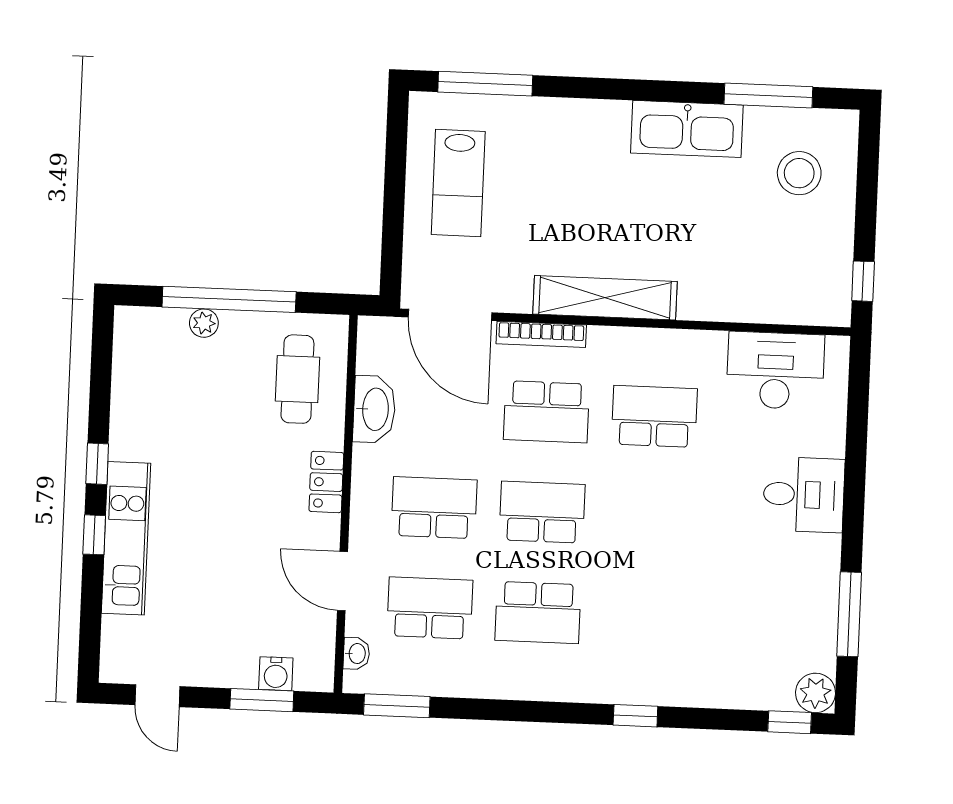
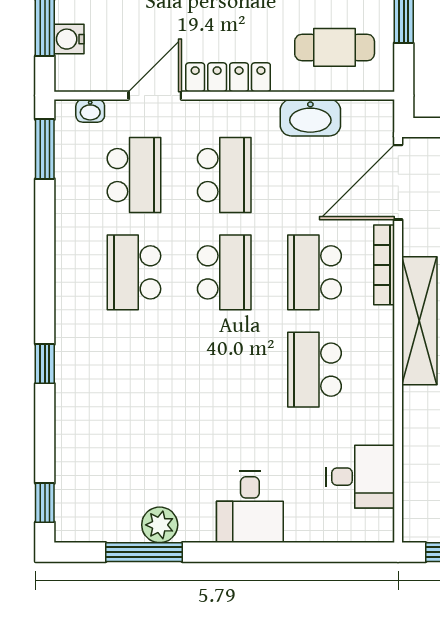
desk: (775, 370) -> (360, 477), width x0.73
school desk: (654, 416) -> (315, 370), turned 180
locker: (326, 482) -> (228, 77), width x1.53
plant: (815, 693) -> (160, 525), moved

